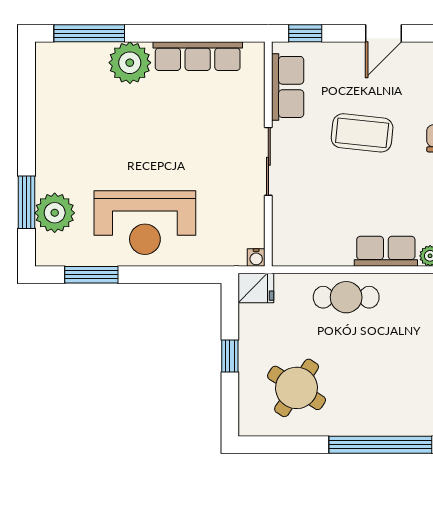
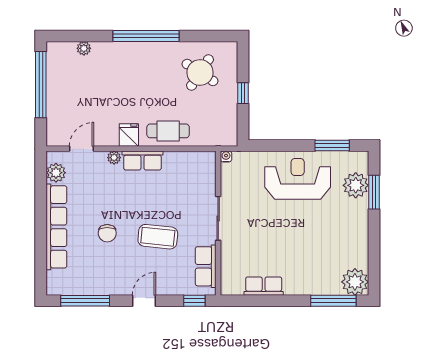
row of seats: (198, 56) -> (264, 286), width x0.68
plant: (130, 63) -> (355, 282), moved
fridge: (256, 288) -> (129, 135), moved, turned 90

